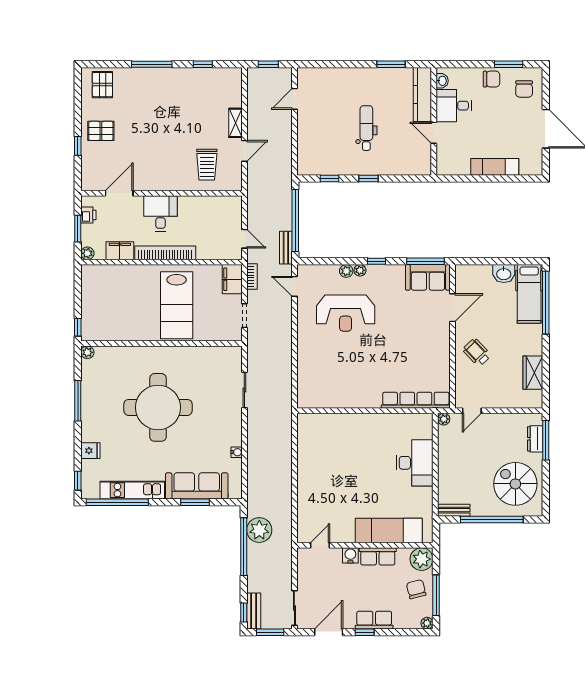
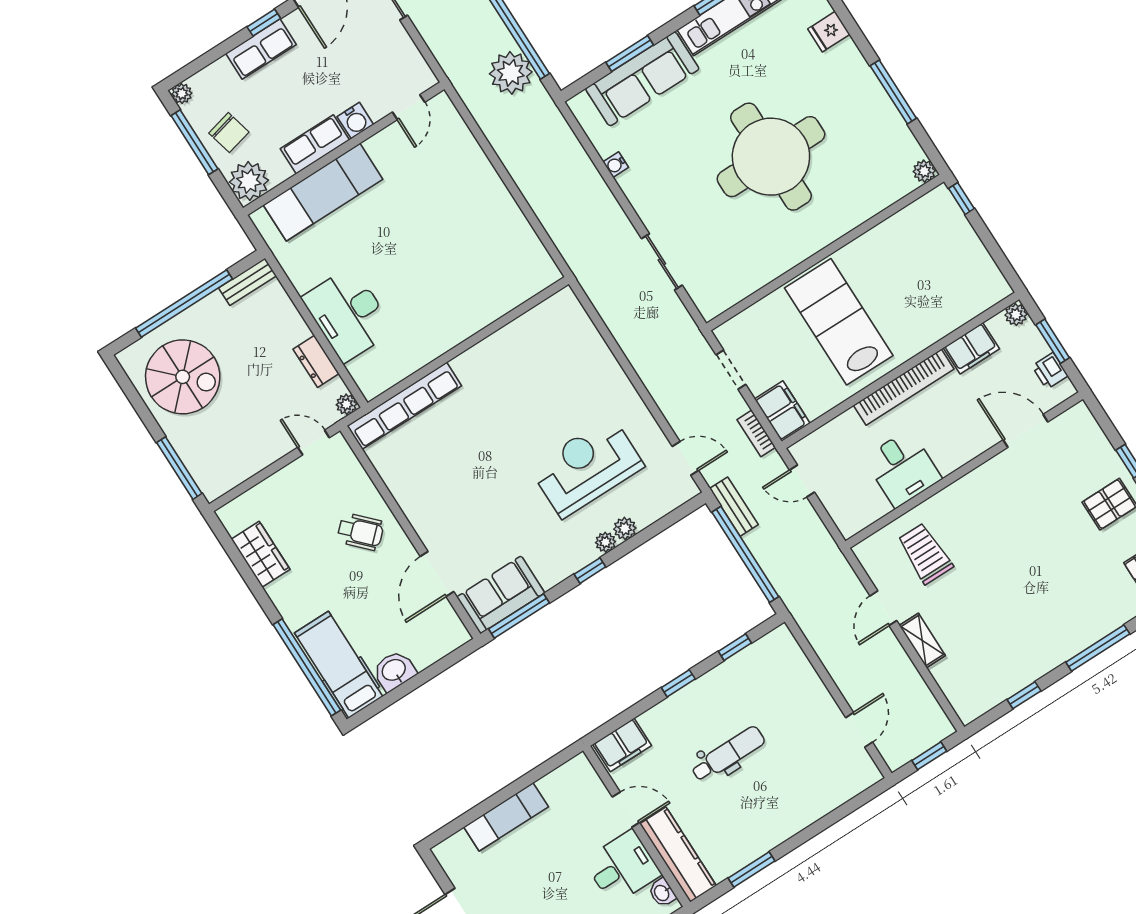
dental chair: (366, 128) -> (728, 754), turned -90
filing cabinet: (415, 166) -> (622, 745), added
door: (119, 193) -> (1025, 431), swing flipped
desk: (161, 213) -> (903, 468), moved
door: (472, 411) -> (314, 442), hinge flipped
dresser: (535, 439) -> (316, 361), moved, turned 180

